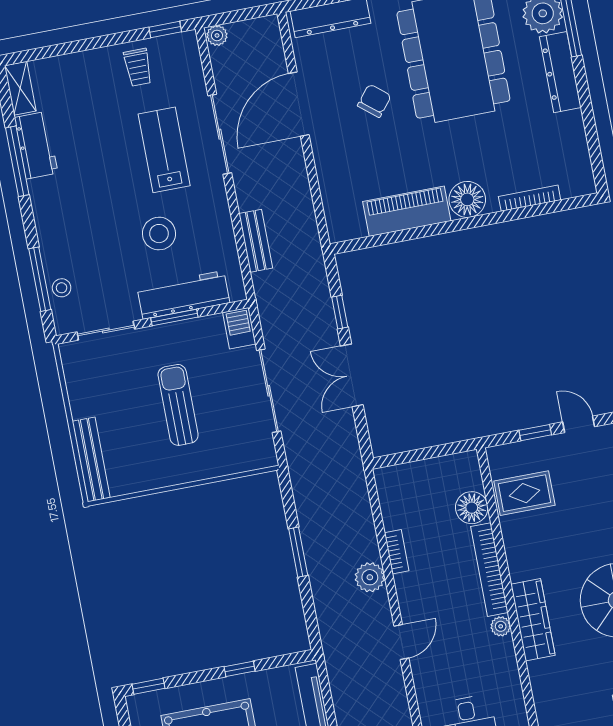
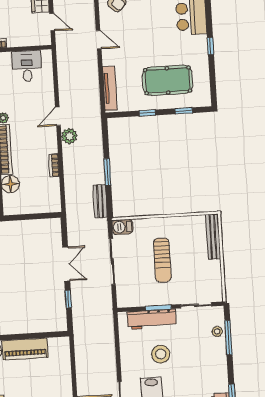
bench: (256, 241) -> (100, 201), moved
barbecue: (239, 328) -> (122, 227), moved, turned 90
plant: (370, 577) -> (69, 136), moved
window: (149, 686) -> (184, 111), moved

